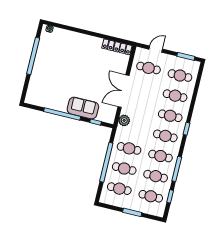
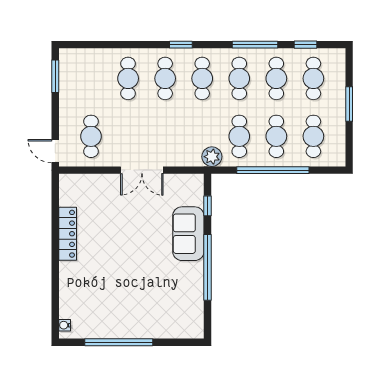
locker: (117, 47) -> (68, 234), moved
door: (156, 49) -> (55, 151), moved
cafe table: (180, 76) -> (91, 78), removed
double door: (123, 91) -> (142, 170), width x0.73
plant: (124, 120) -> (212, 157), moved

